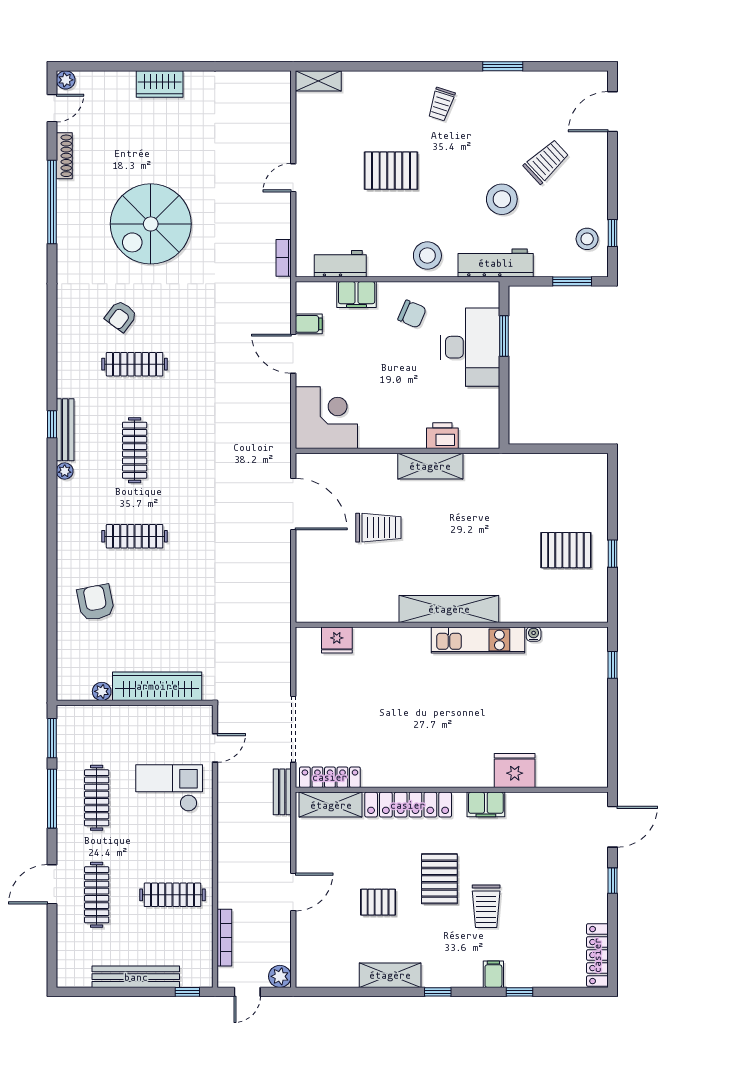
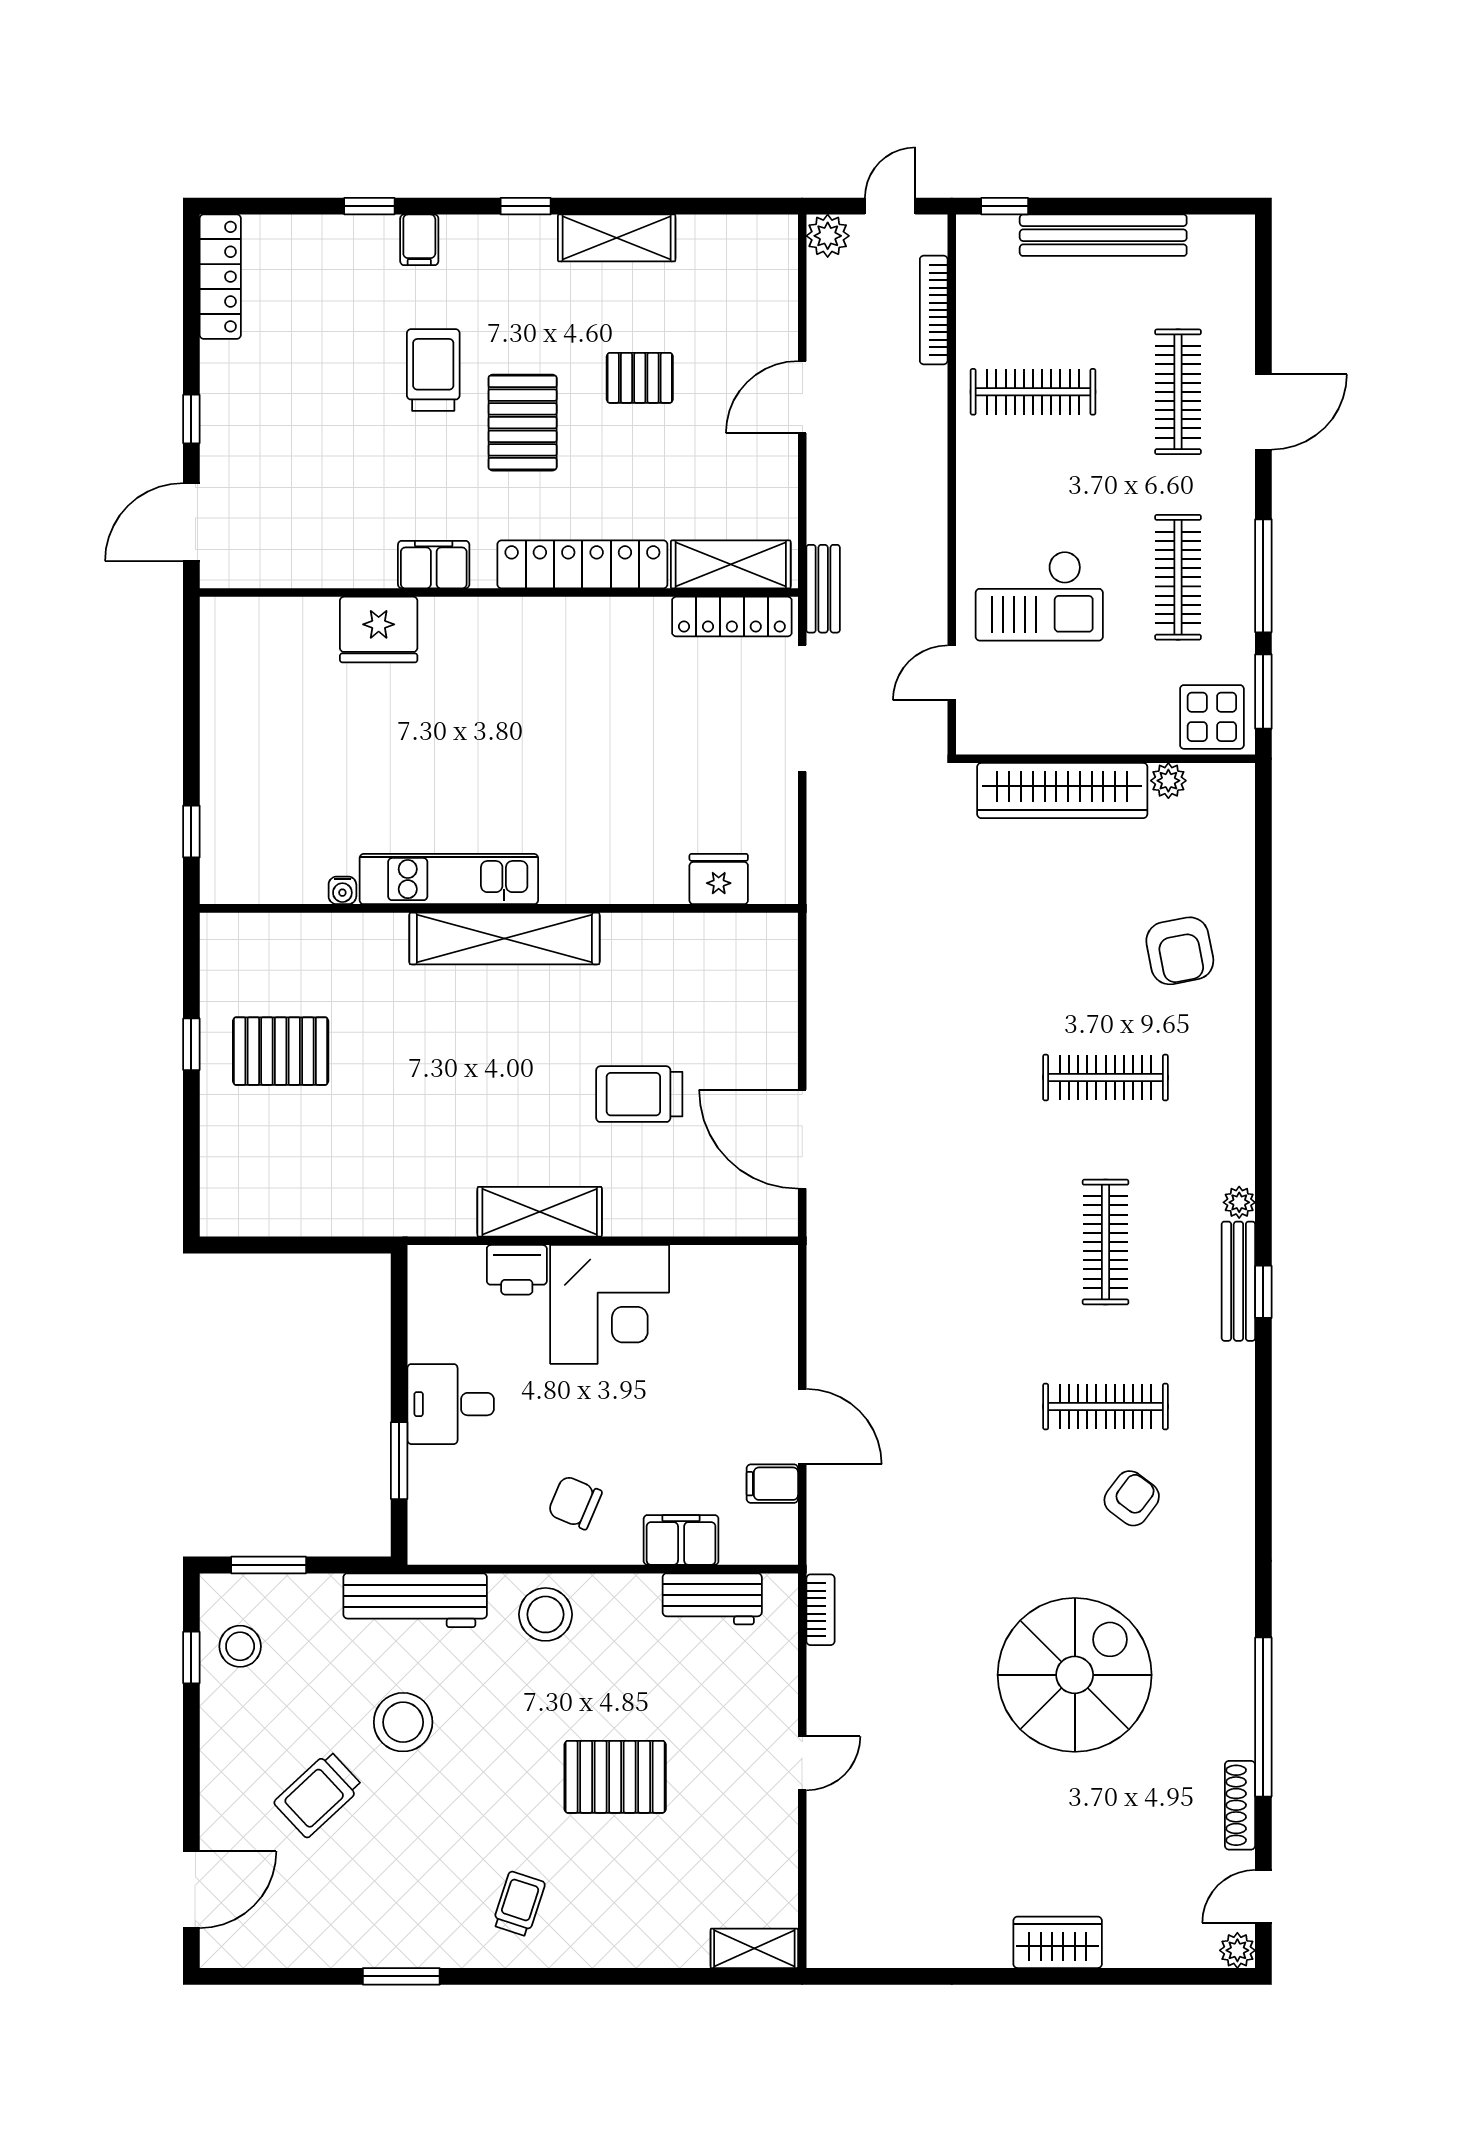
desk: (470, 347) -> (451, 1404), width x0.53, depth x0.77
corner desk: (326, 418) -> (610, 1304), moved, turned -90
display table: (79, 725) -> (1212, 717), added

